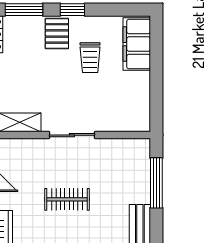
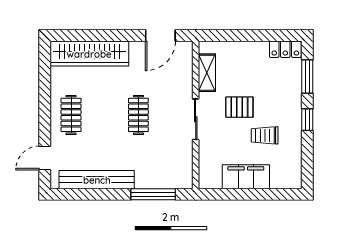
pallet: (57, 33) -> (239, 107), moved
filing cabinet: (137, 44) -> (246, 177), moved

